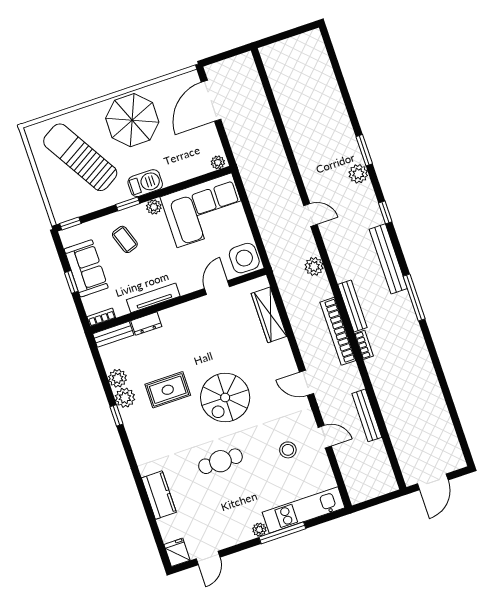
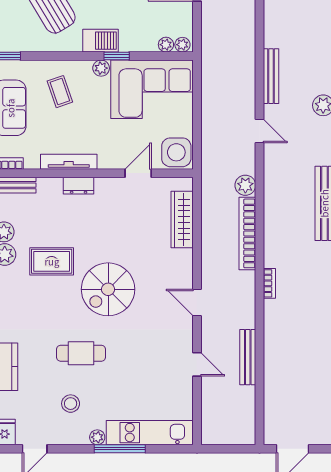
plant: (203, 167) -> (166, 45), added
window: (128, 204) -> (117, 56), moved
bench: (352, 306) -> (271, 76), moved
dresser: (146, 324) -> (79, 186), moved
bookcase: (338, 331) -> (247, 233), moved
stool: (288, 450) -> (71, 404), moved

